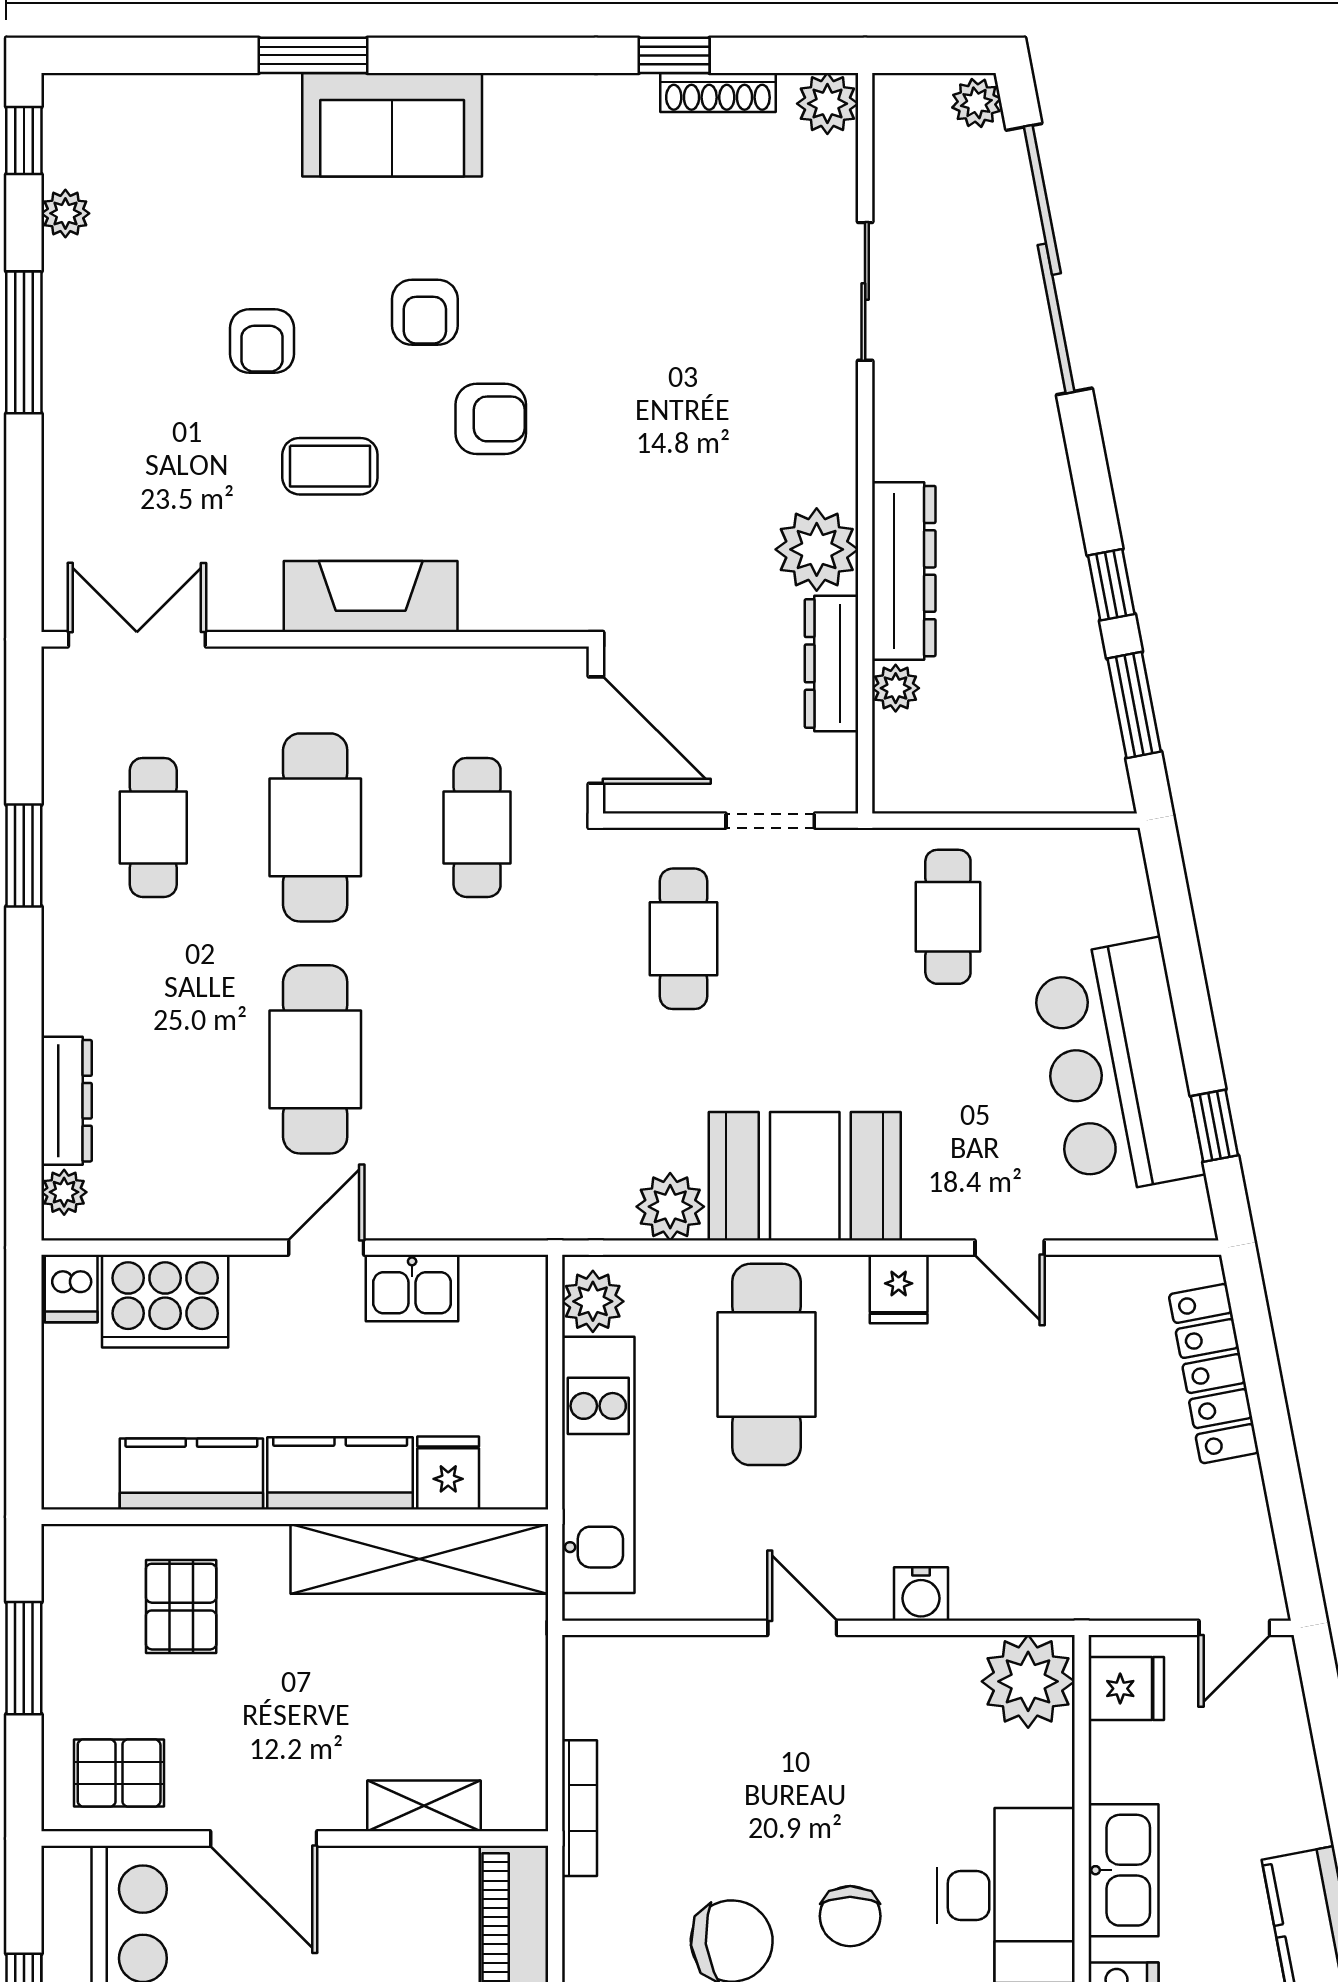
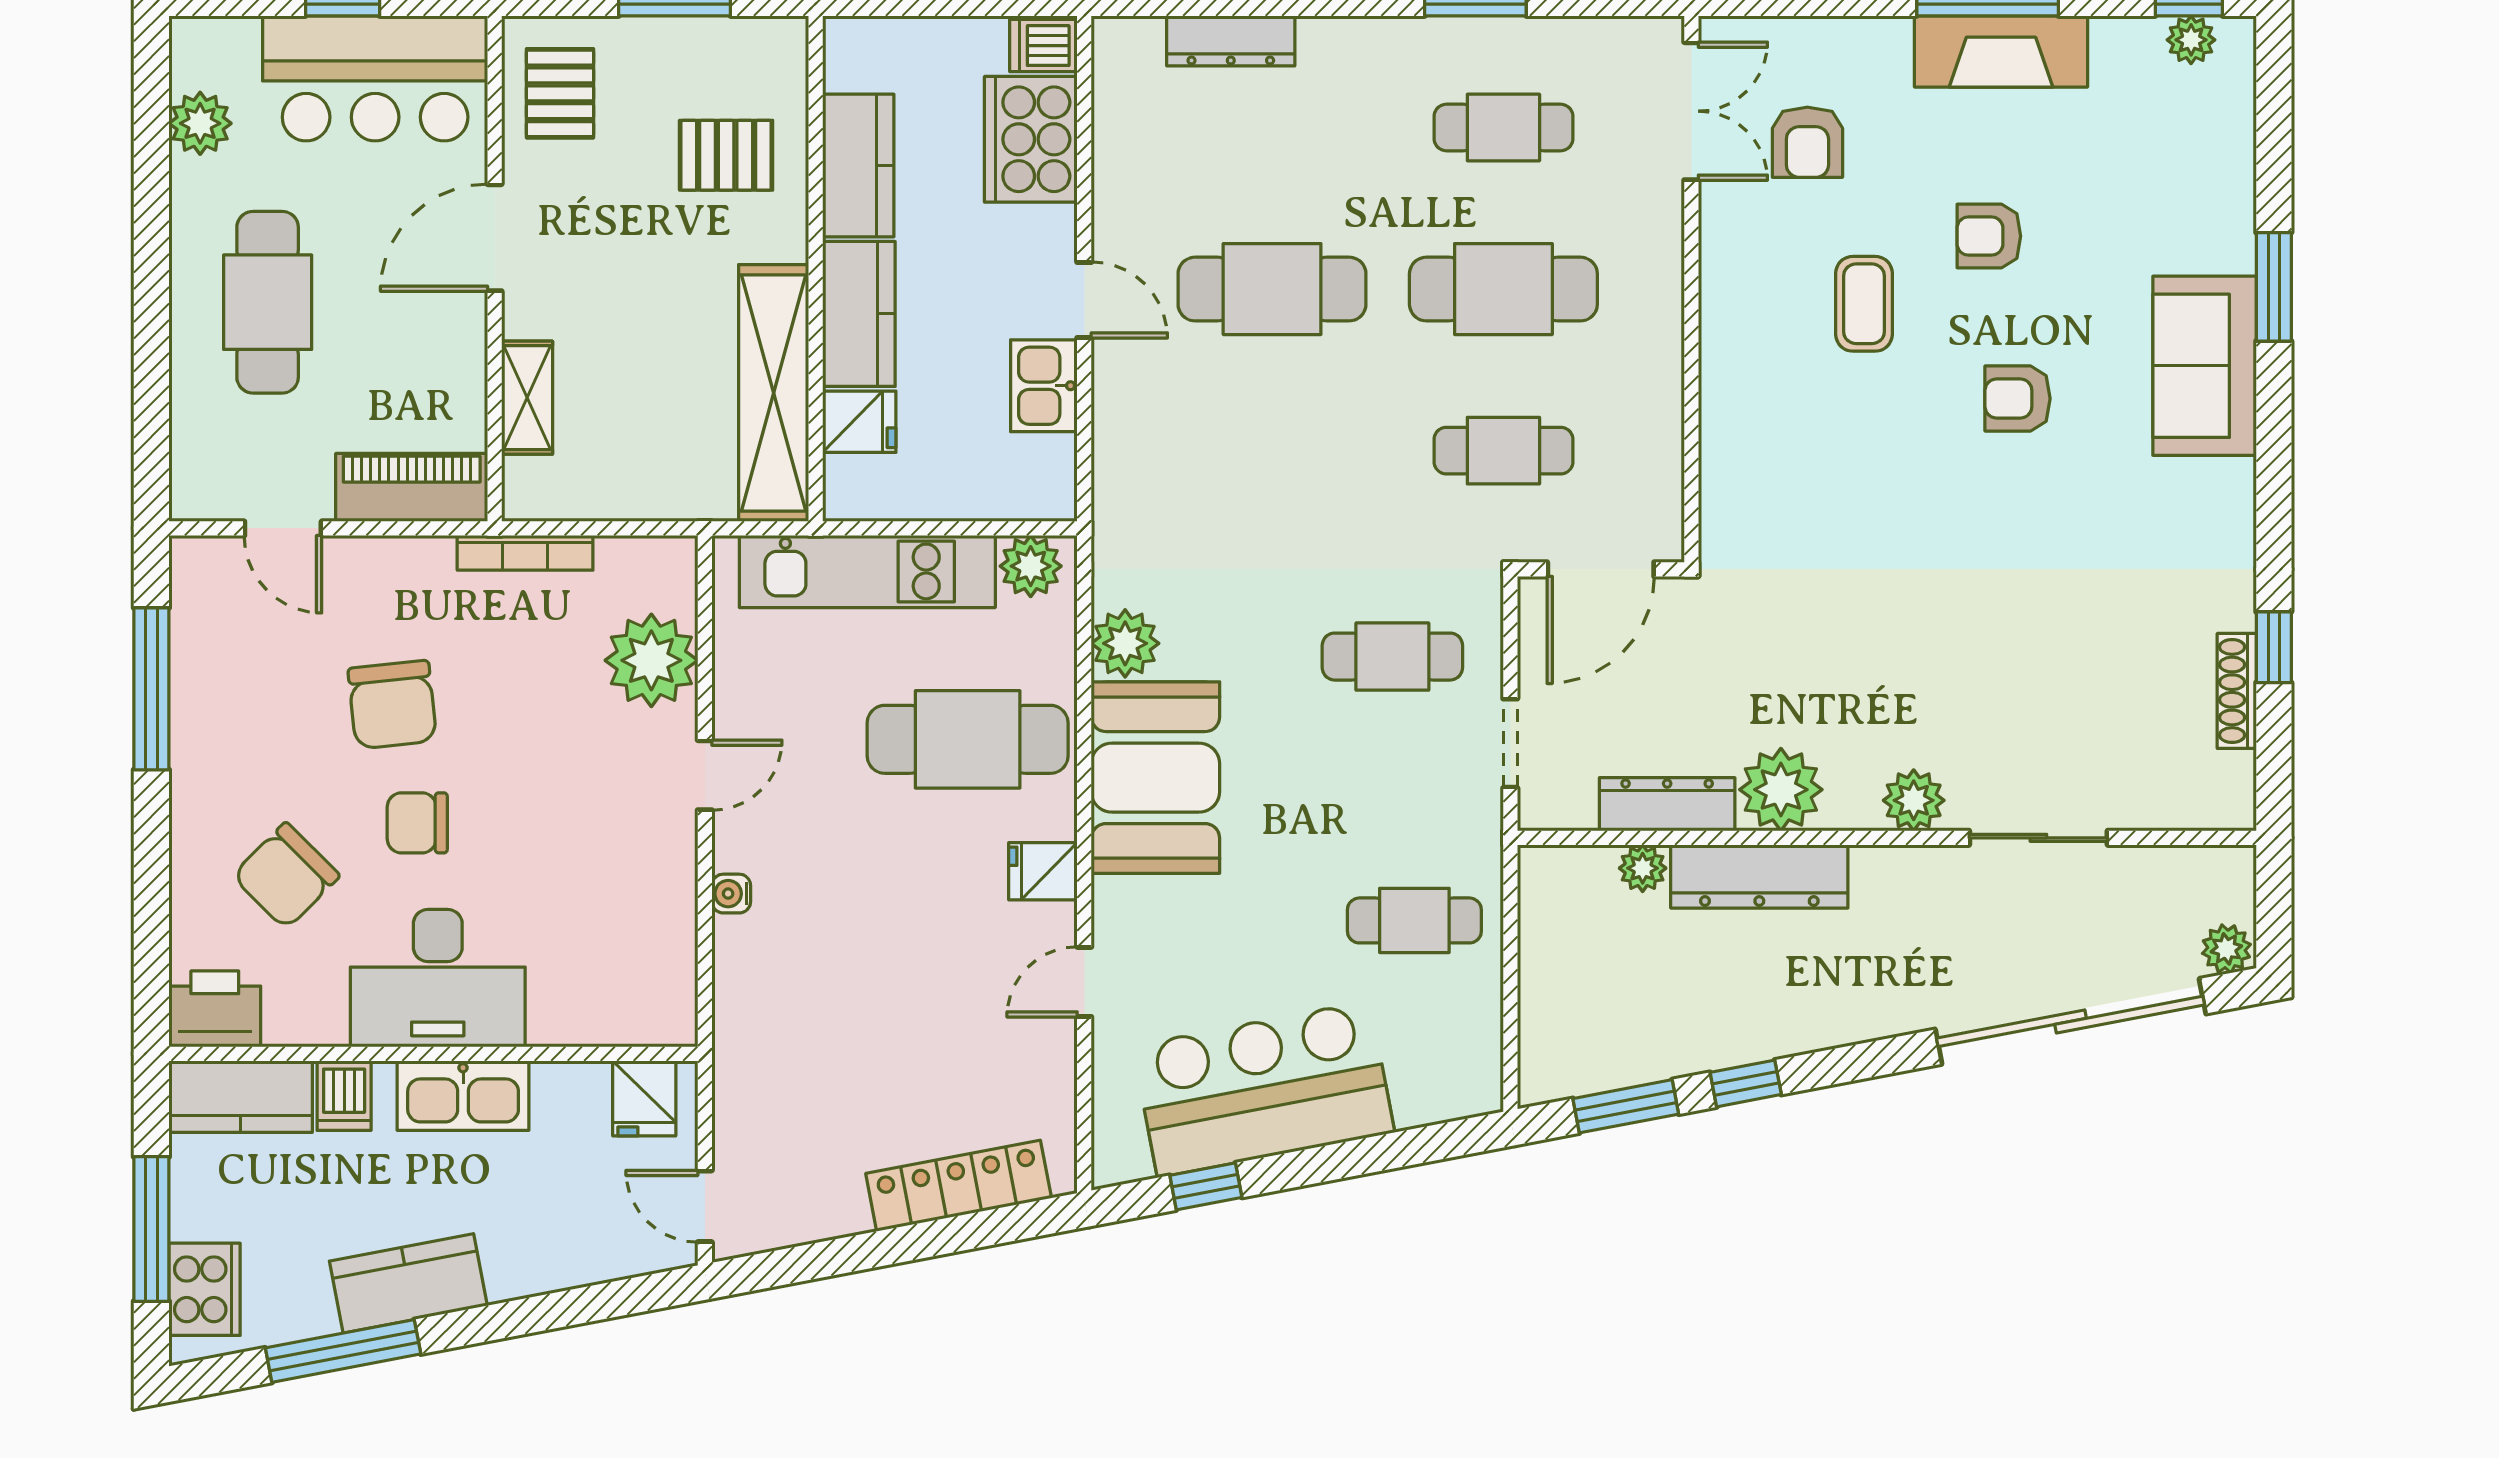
plant: (827, 104) -> (1914, 800), moved
plant: (65, 213) -> (2191, 40), moved
armchair: (491, 419) -> (1807, 142), moved
fireplace: (371, 597) -> (2001, 51), moved, turned 90
plant: (64, 1192) -> (1140, 38), removed
water cooler: (921, 1594) -> (731, 894), width x0.72, depth x0.72
plant: (1028, 1681) -> (651, 660), moved

